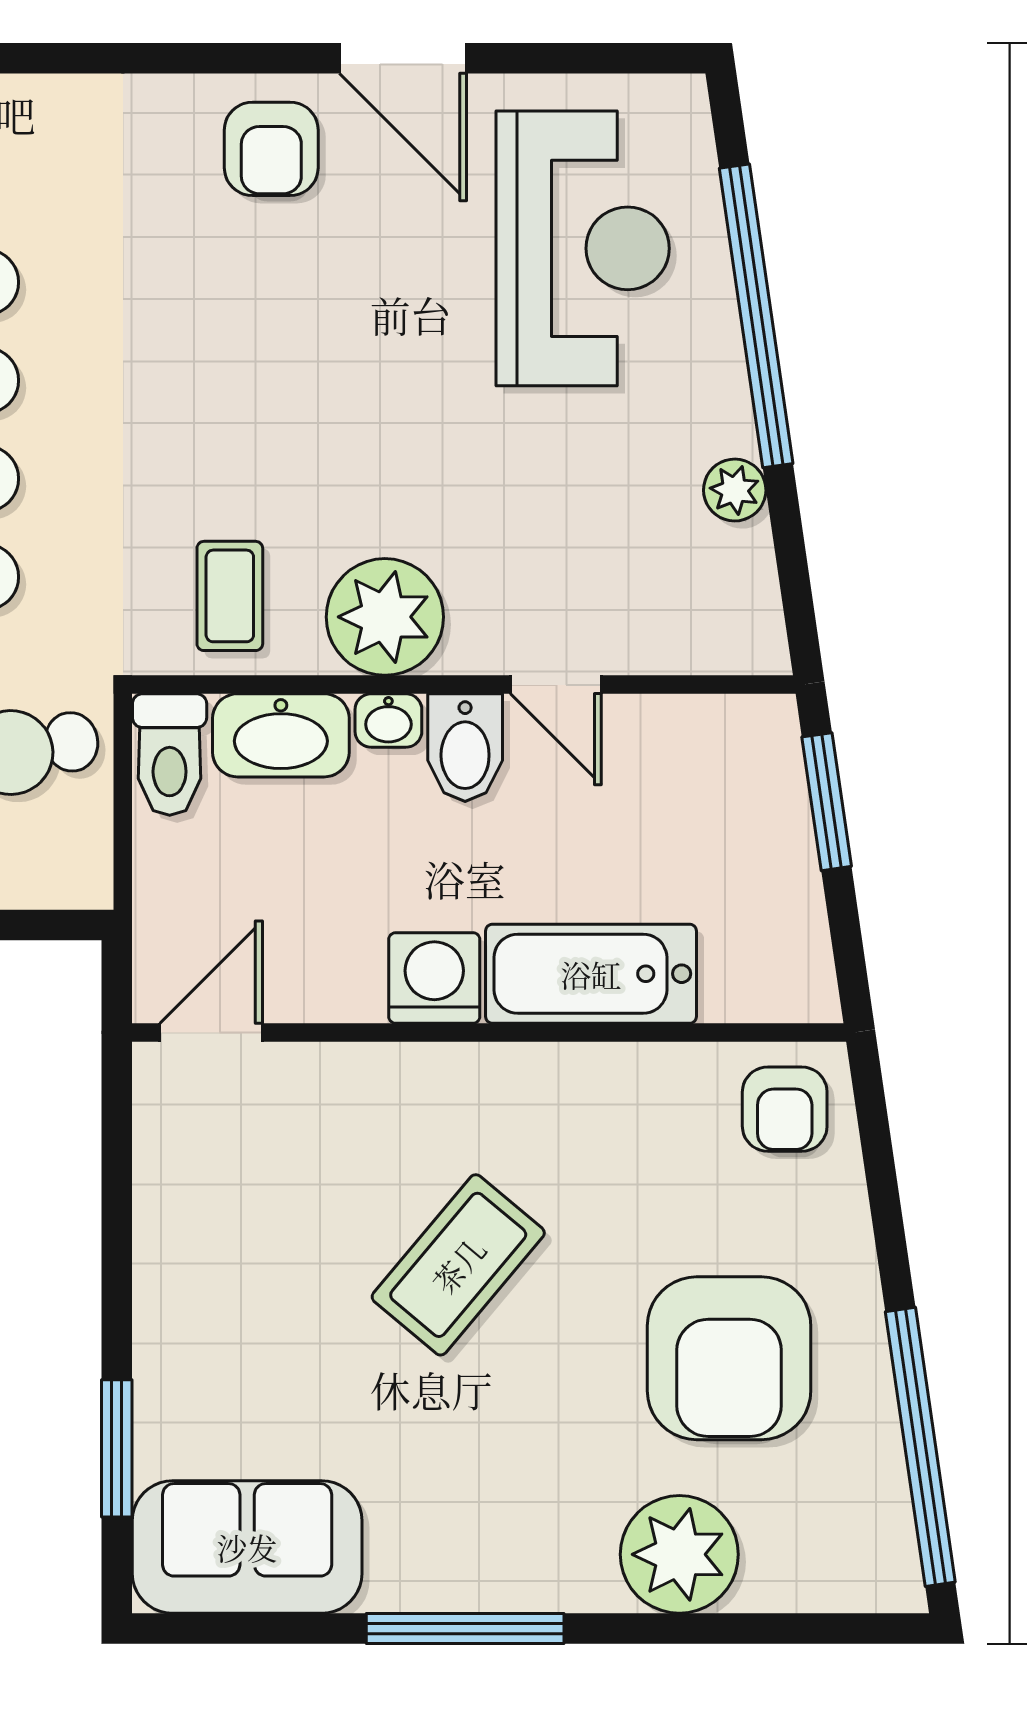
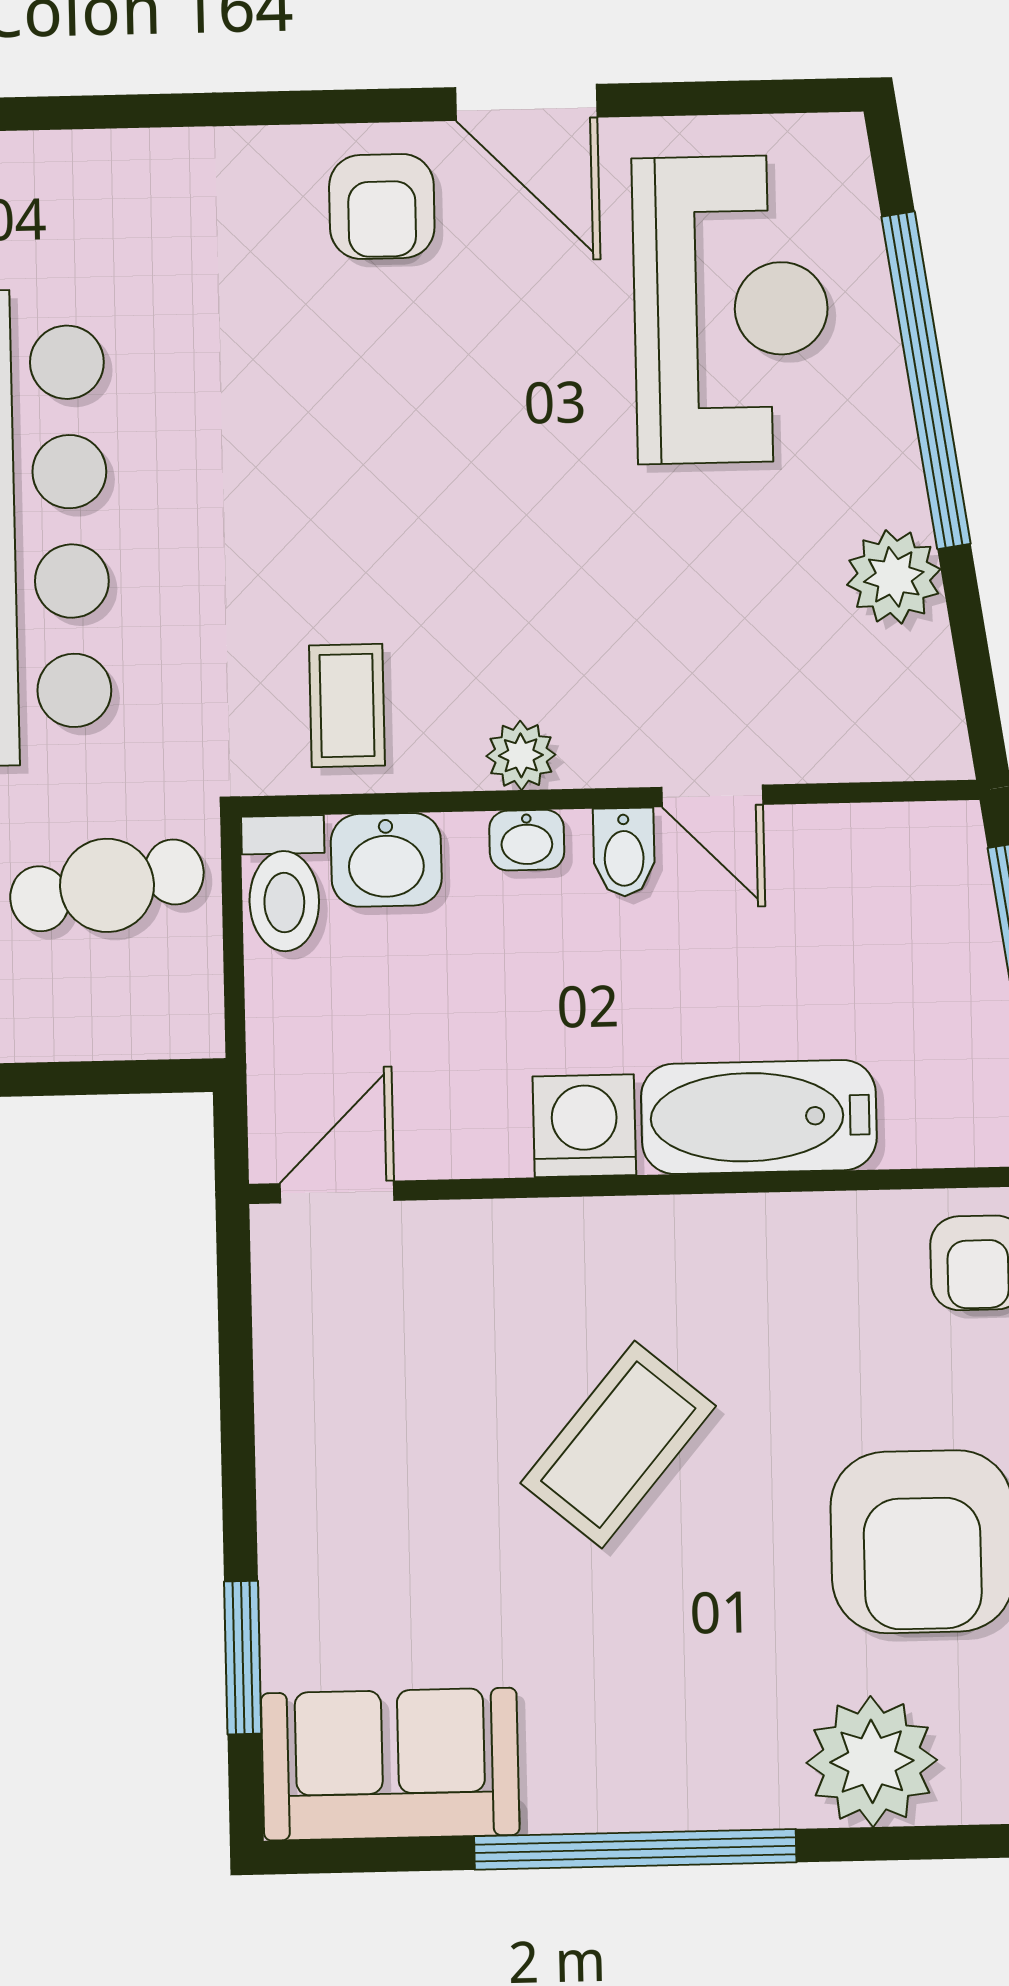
plant: (735, 490) -> (894, 577), width x1.38, depth x1.38
plant: (385, 617) -> (521, 755), width x0.53, depth x0.53
washbasin: (281, 735) -> (386, 860), width x0.72
bidet: (465, 748) -> (624, 852), width x0.72, depth x0.74
window: (465, 1628) -> (635, 1849), width x1.46

